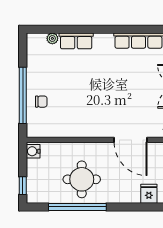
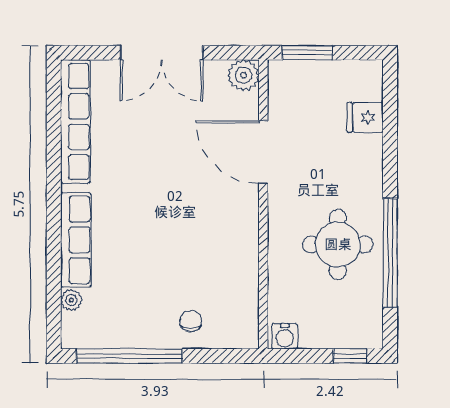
row of seats: (76, 41) -> (76, 240), width x1.48
window: (23, 95) -> (130, 356), moved
door: (131, 140) -> (263, 152), swing flipped

